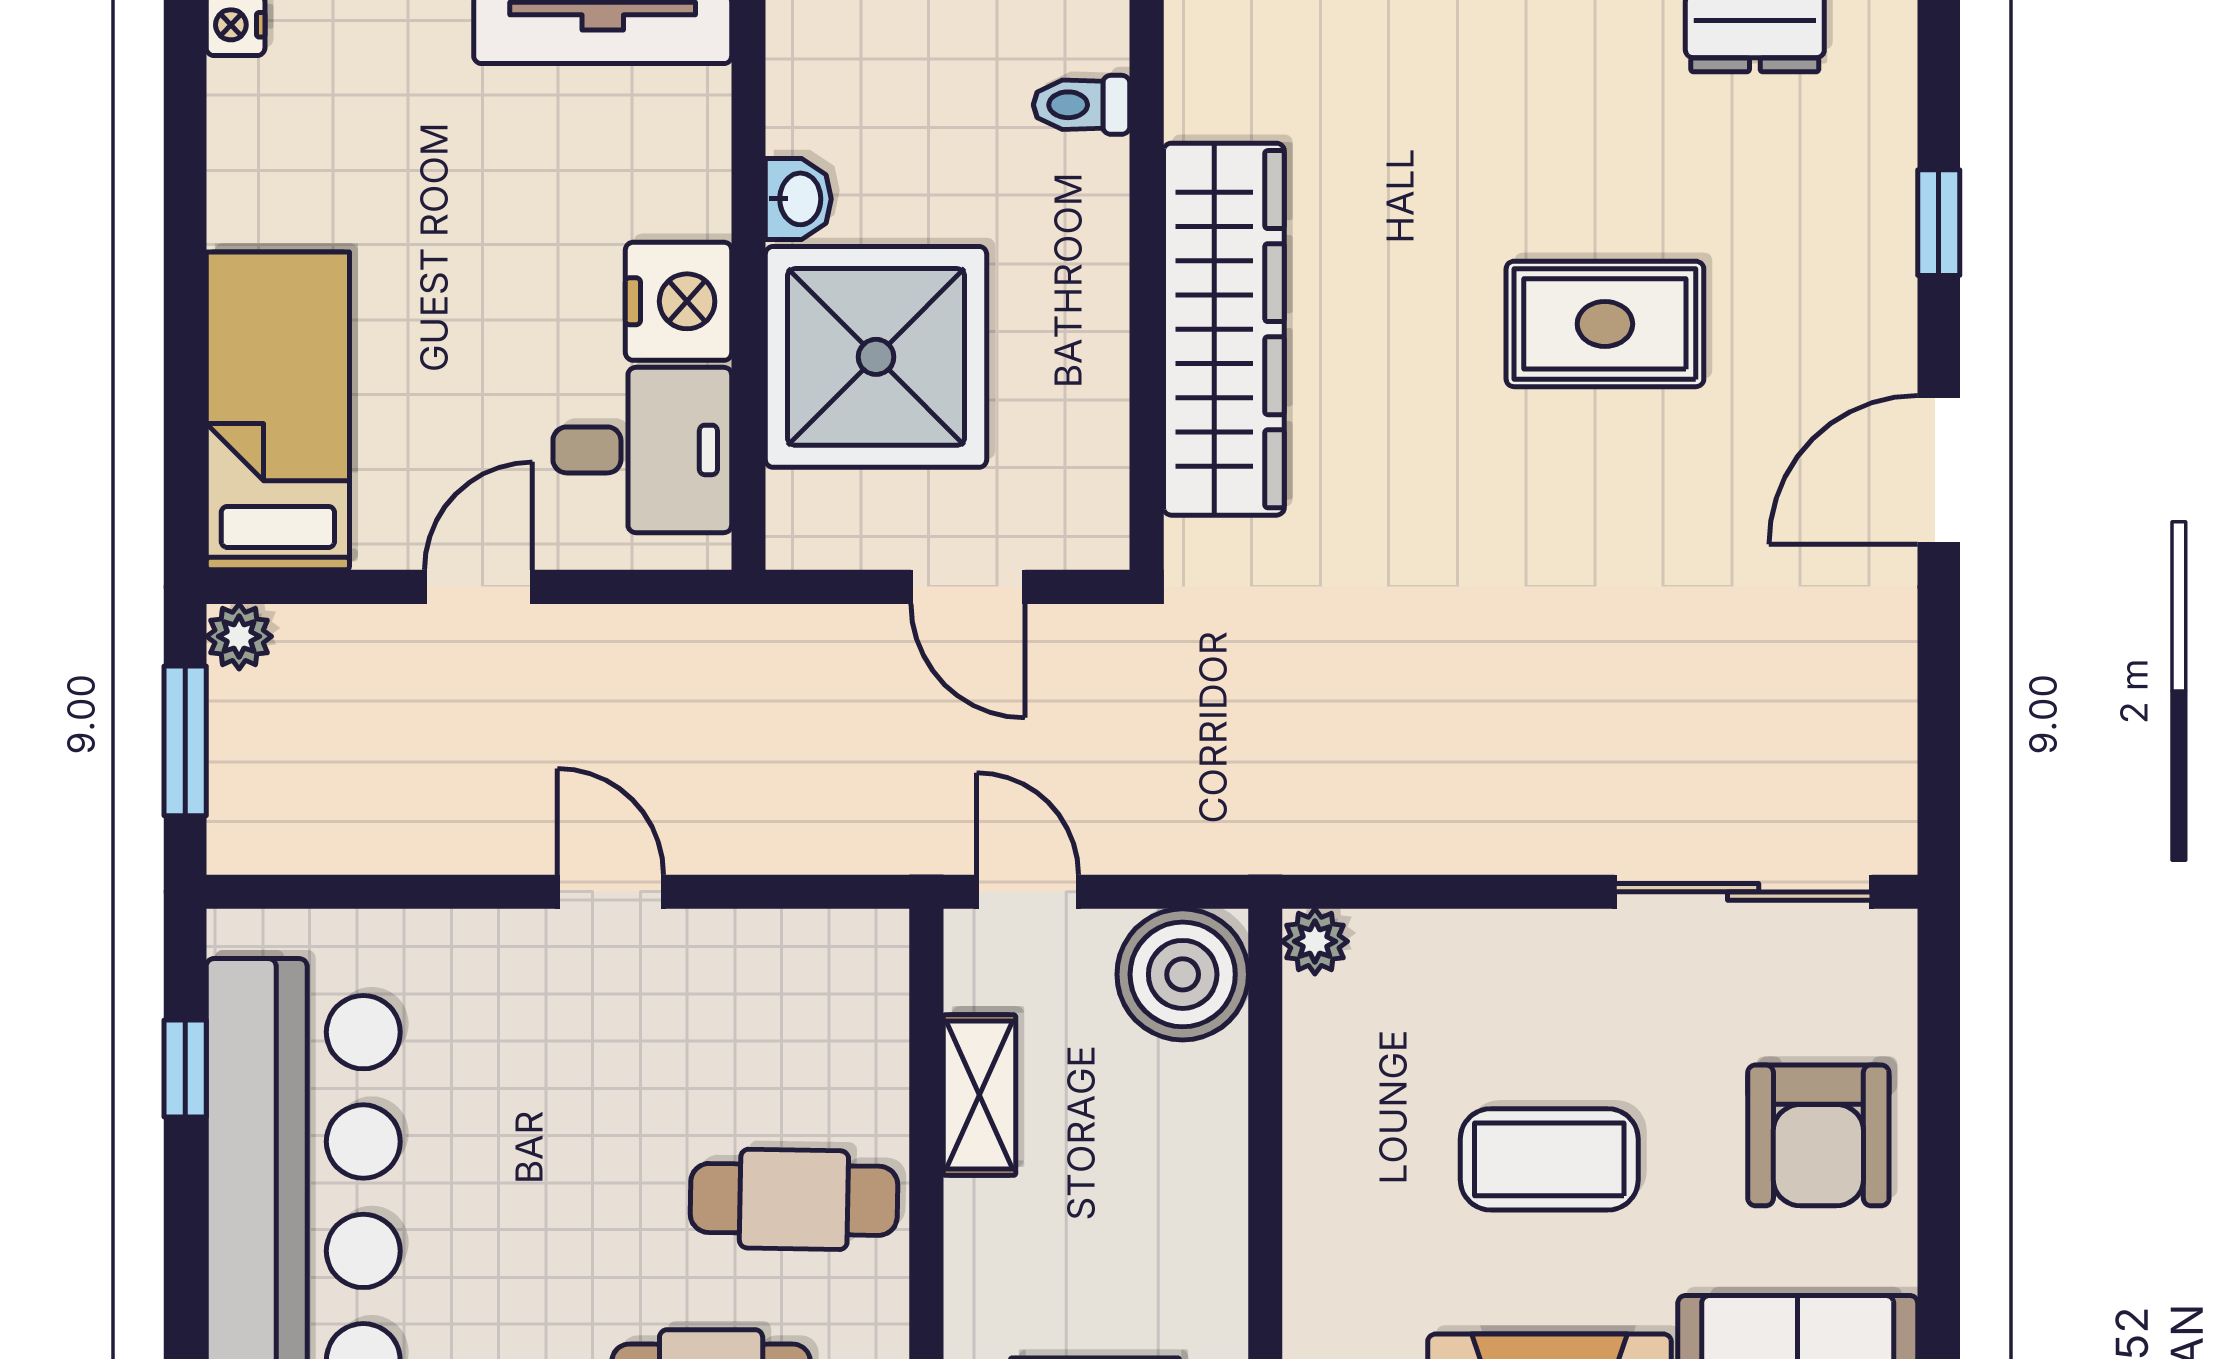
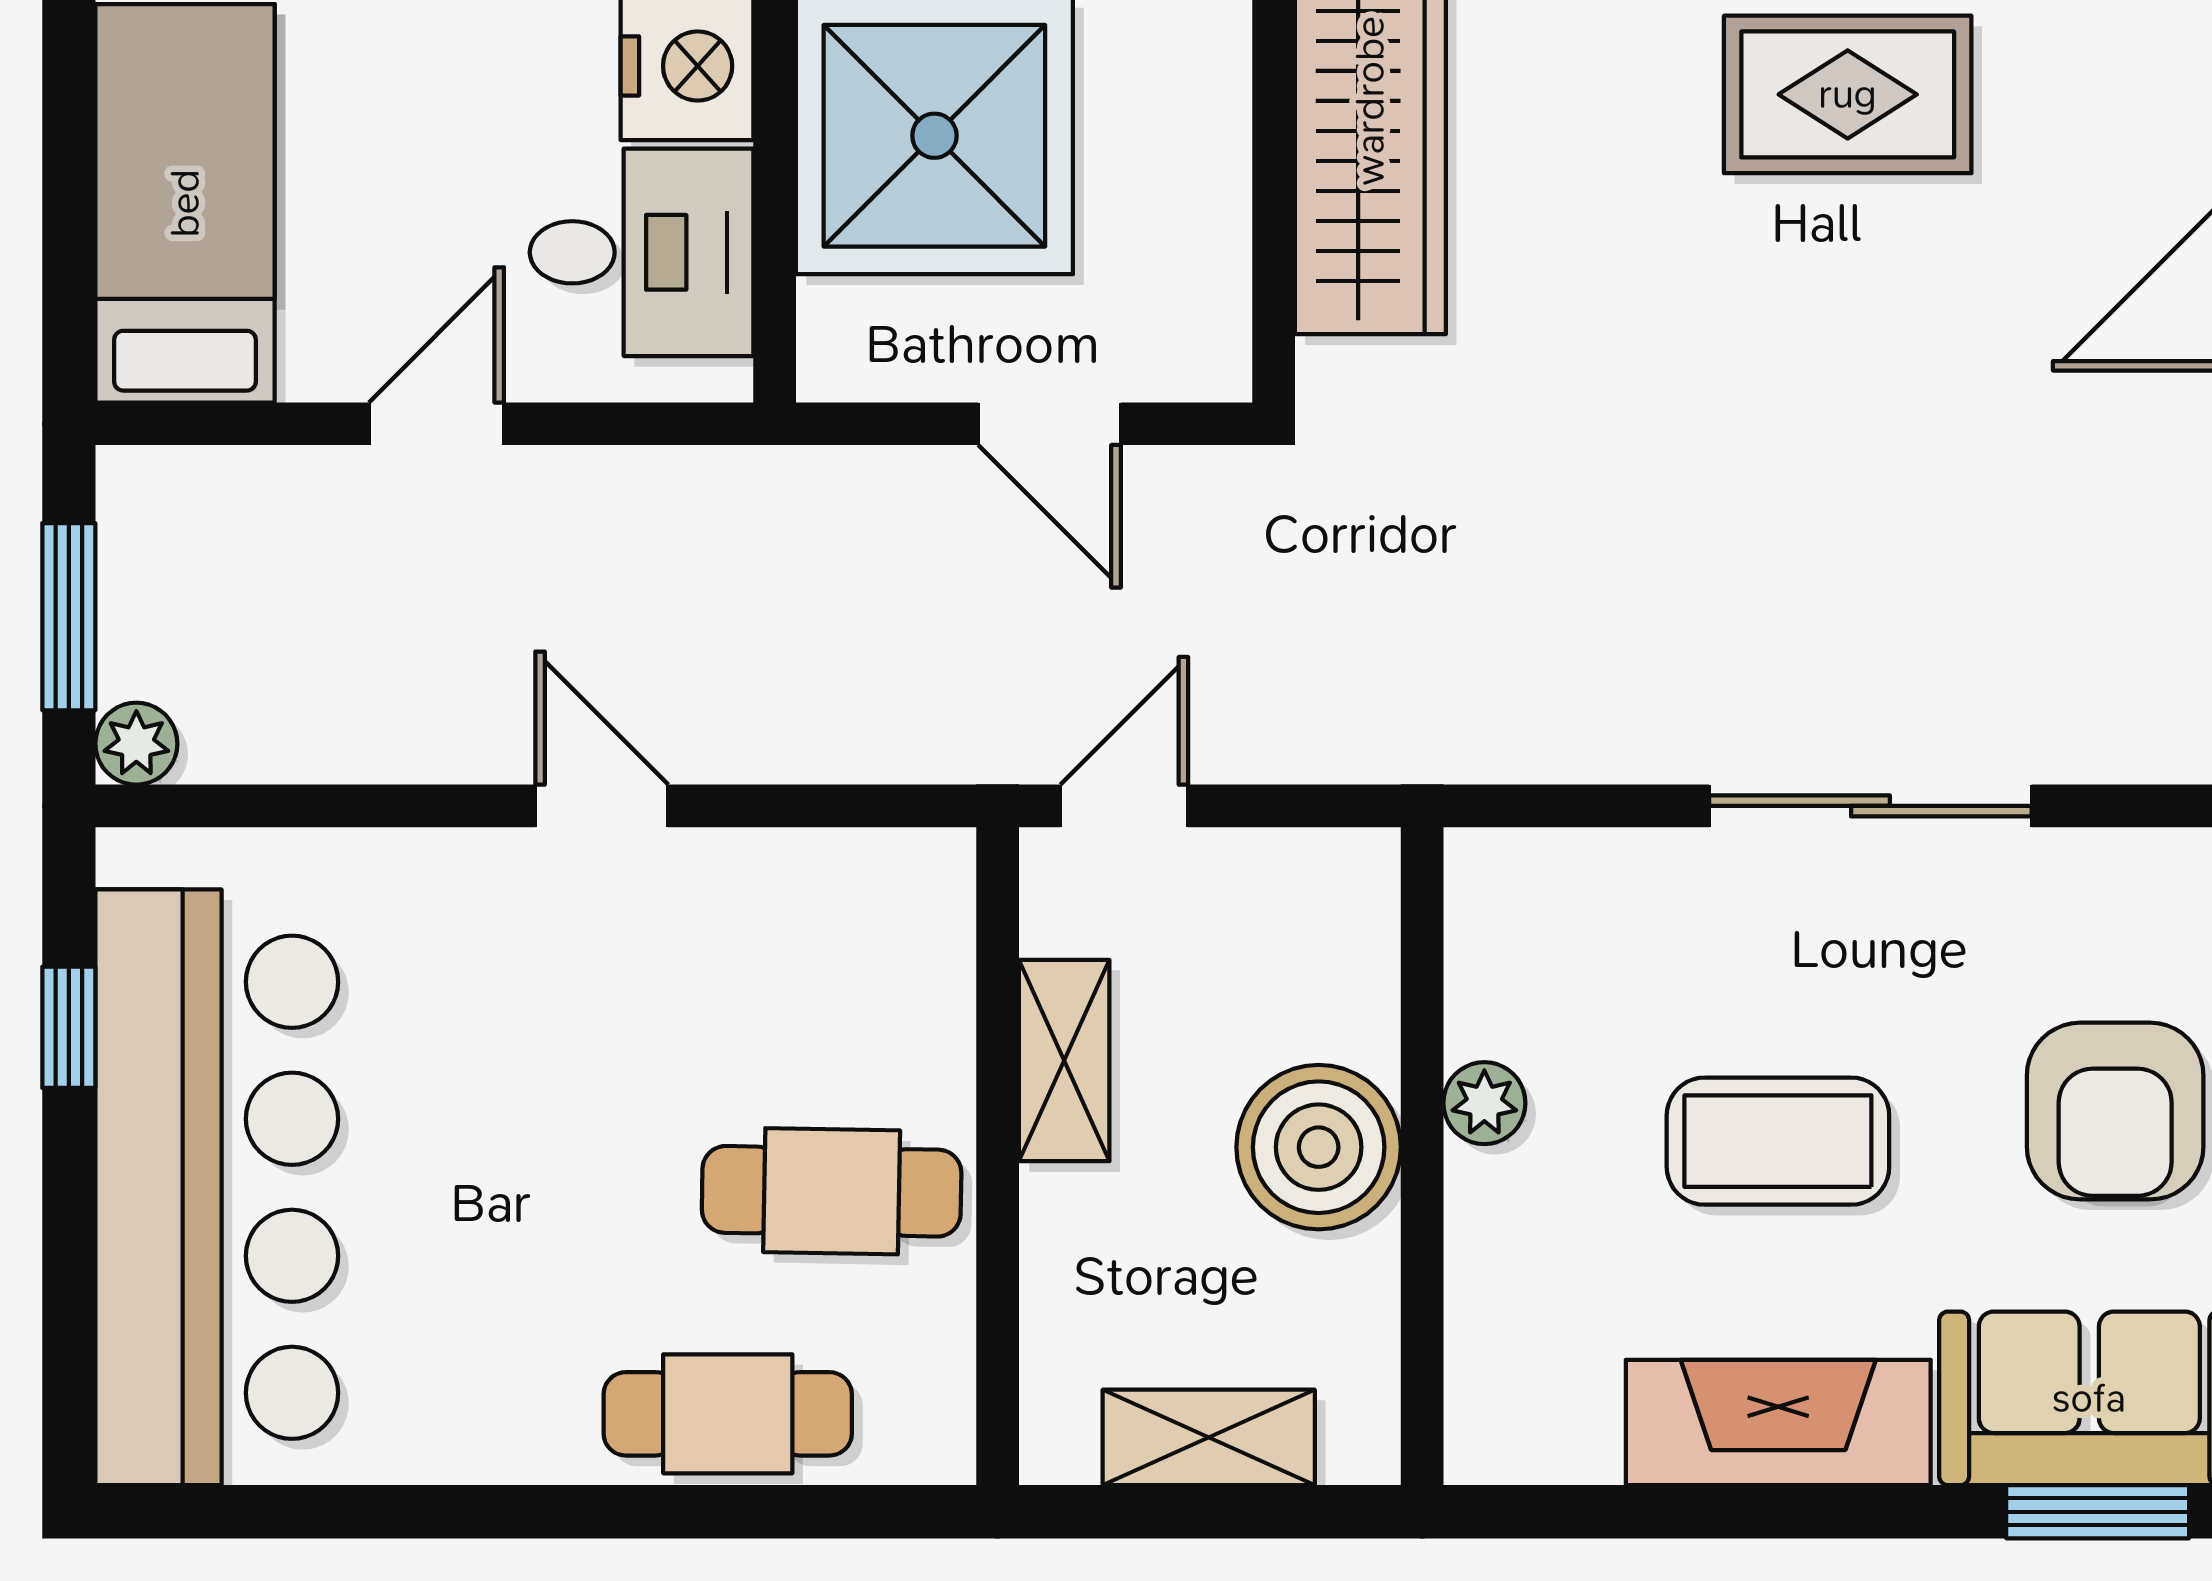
plant: (239, 636) -> (136, 744), moved
door: (1028, 892) -> (1124, 806), hinge flipped
sliding door: (1743, 892) -> (1870, 806), moved
plant: (1315, 941) -> (1484, 1103), moved
boiler: (1183, 974) -> (1319, 1147), moved

